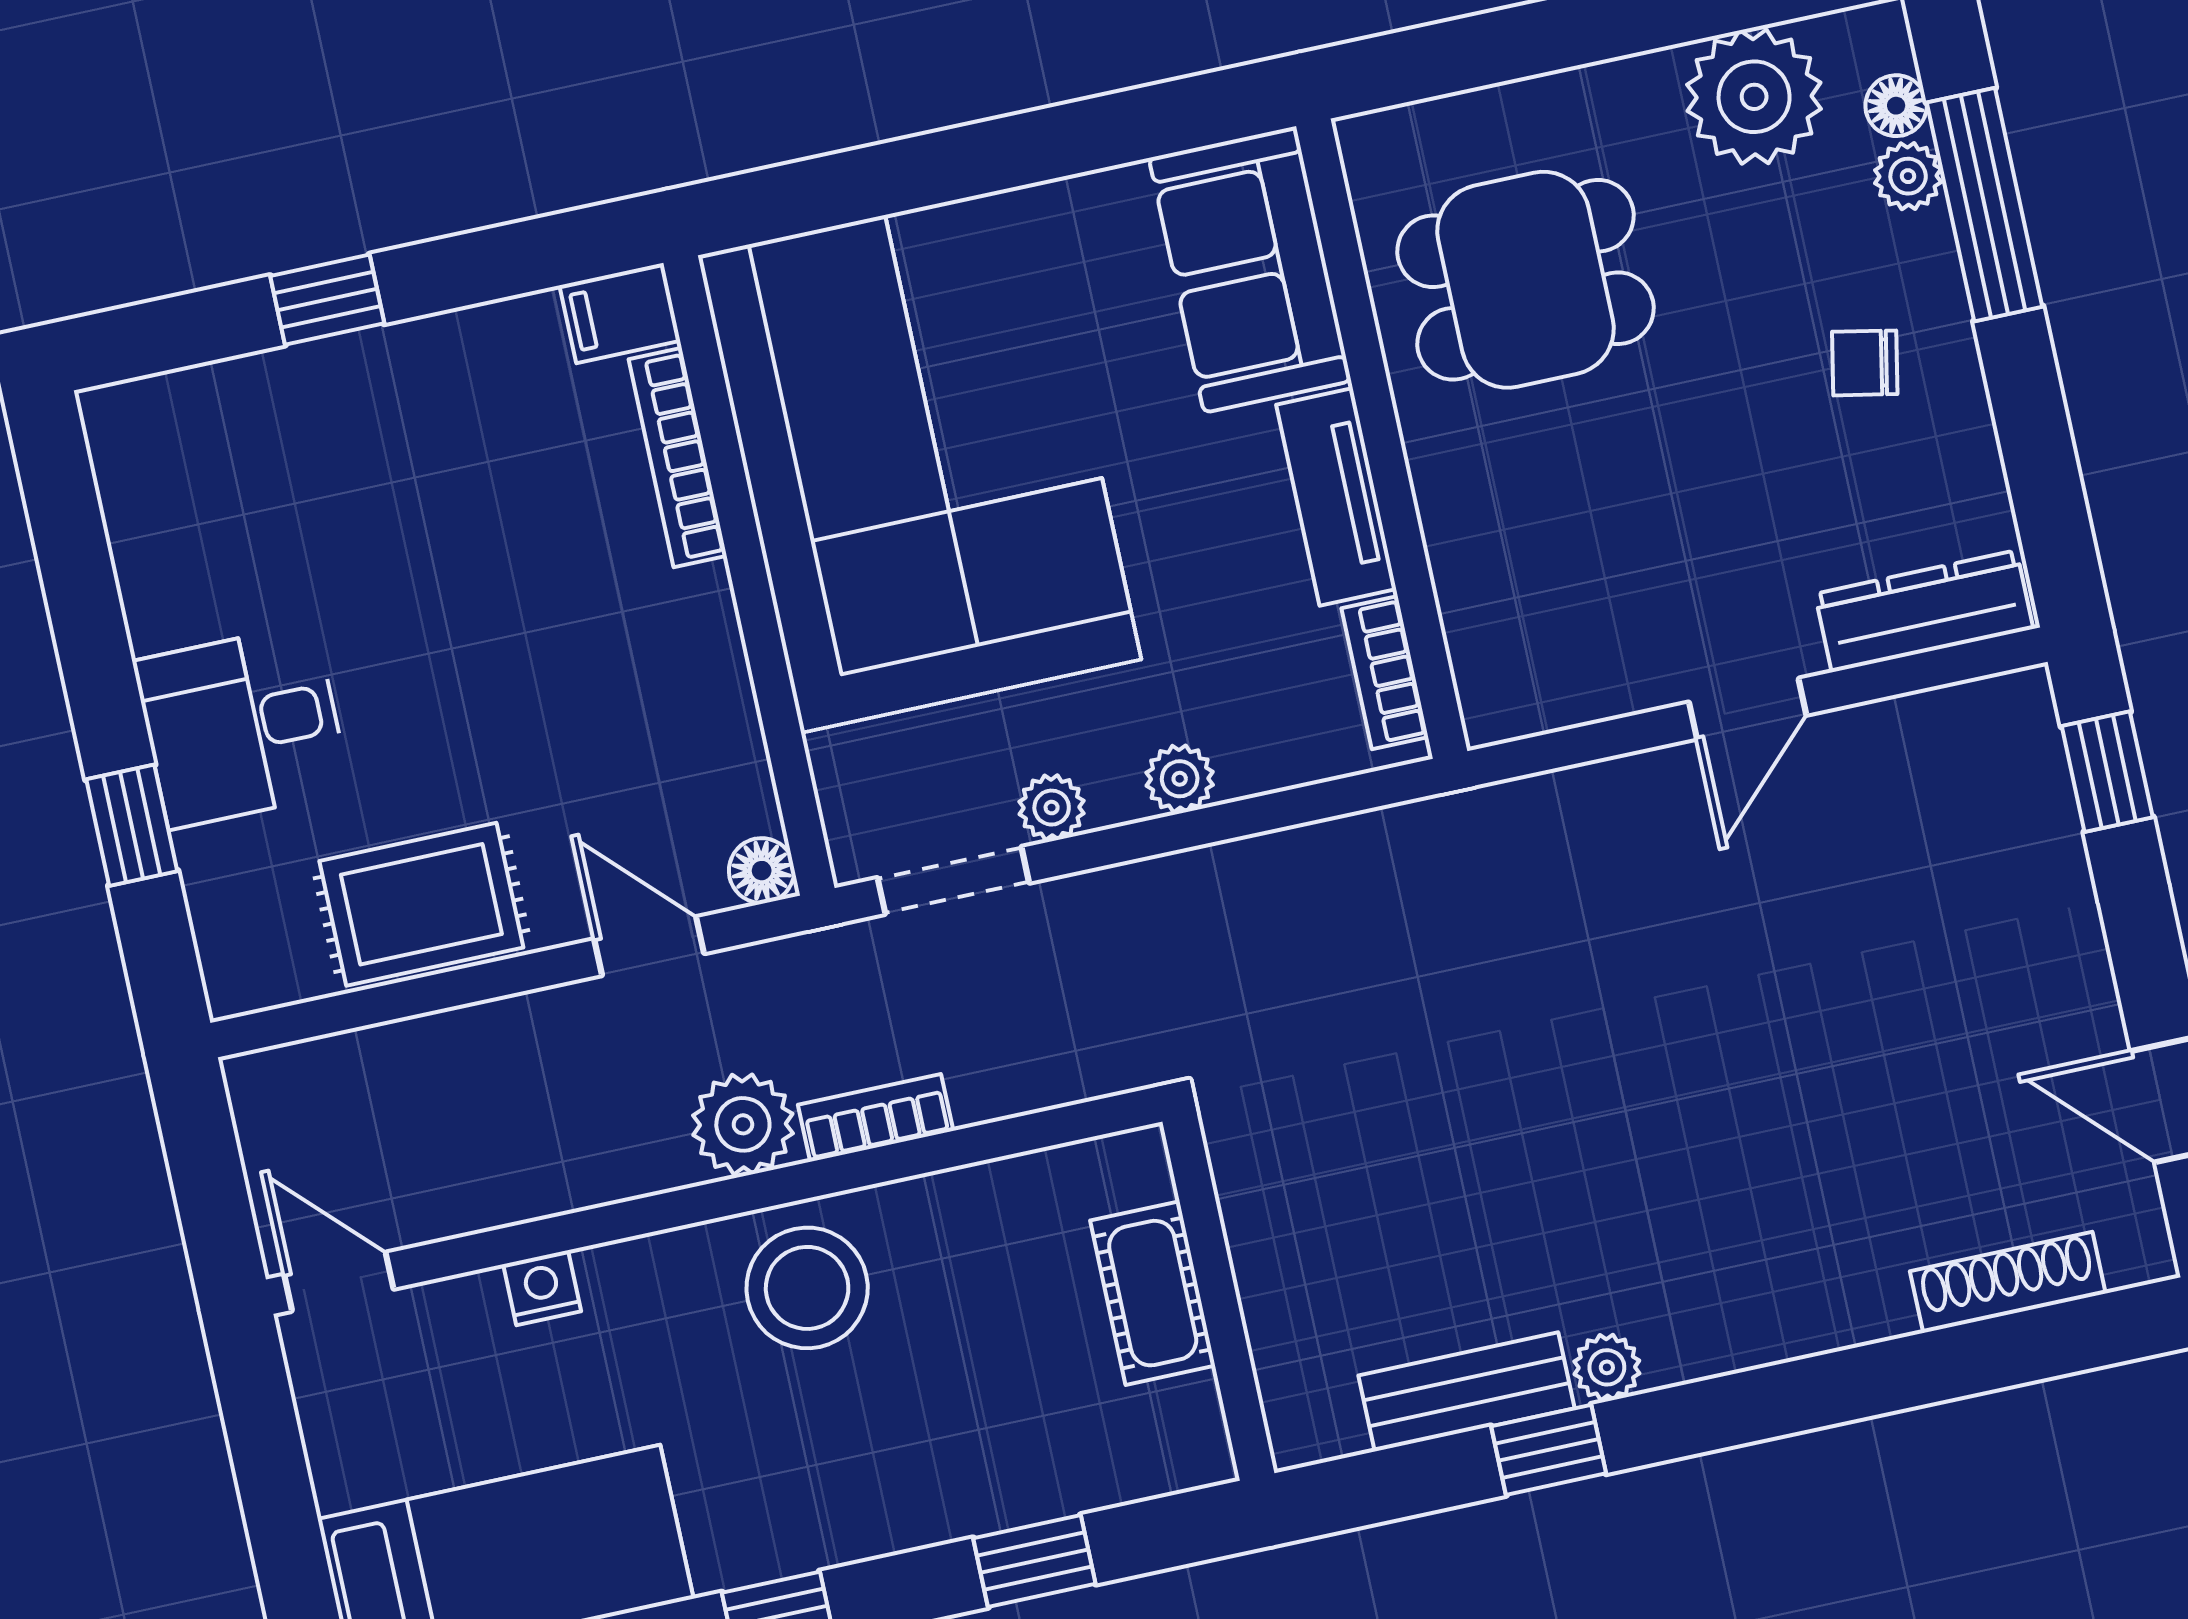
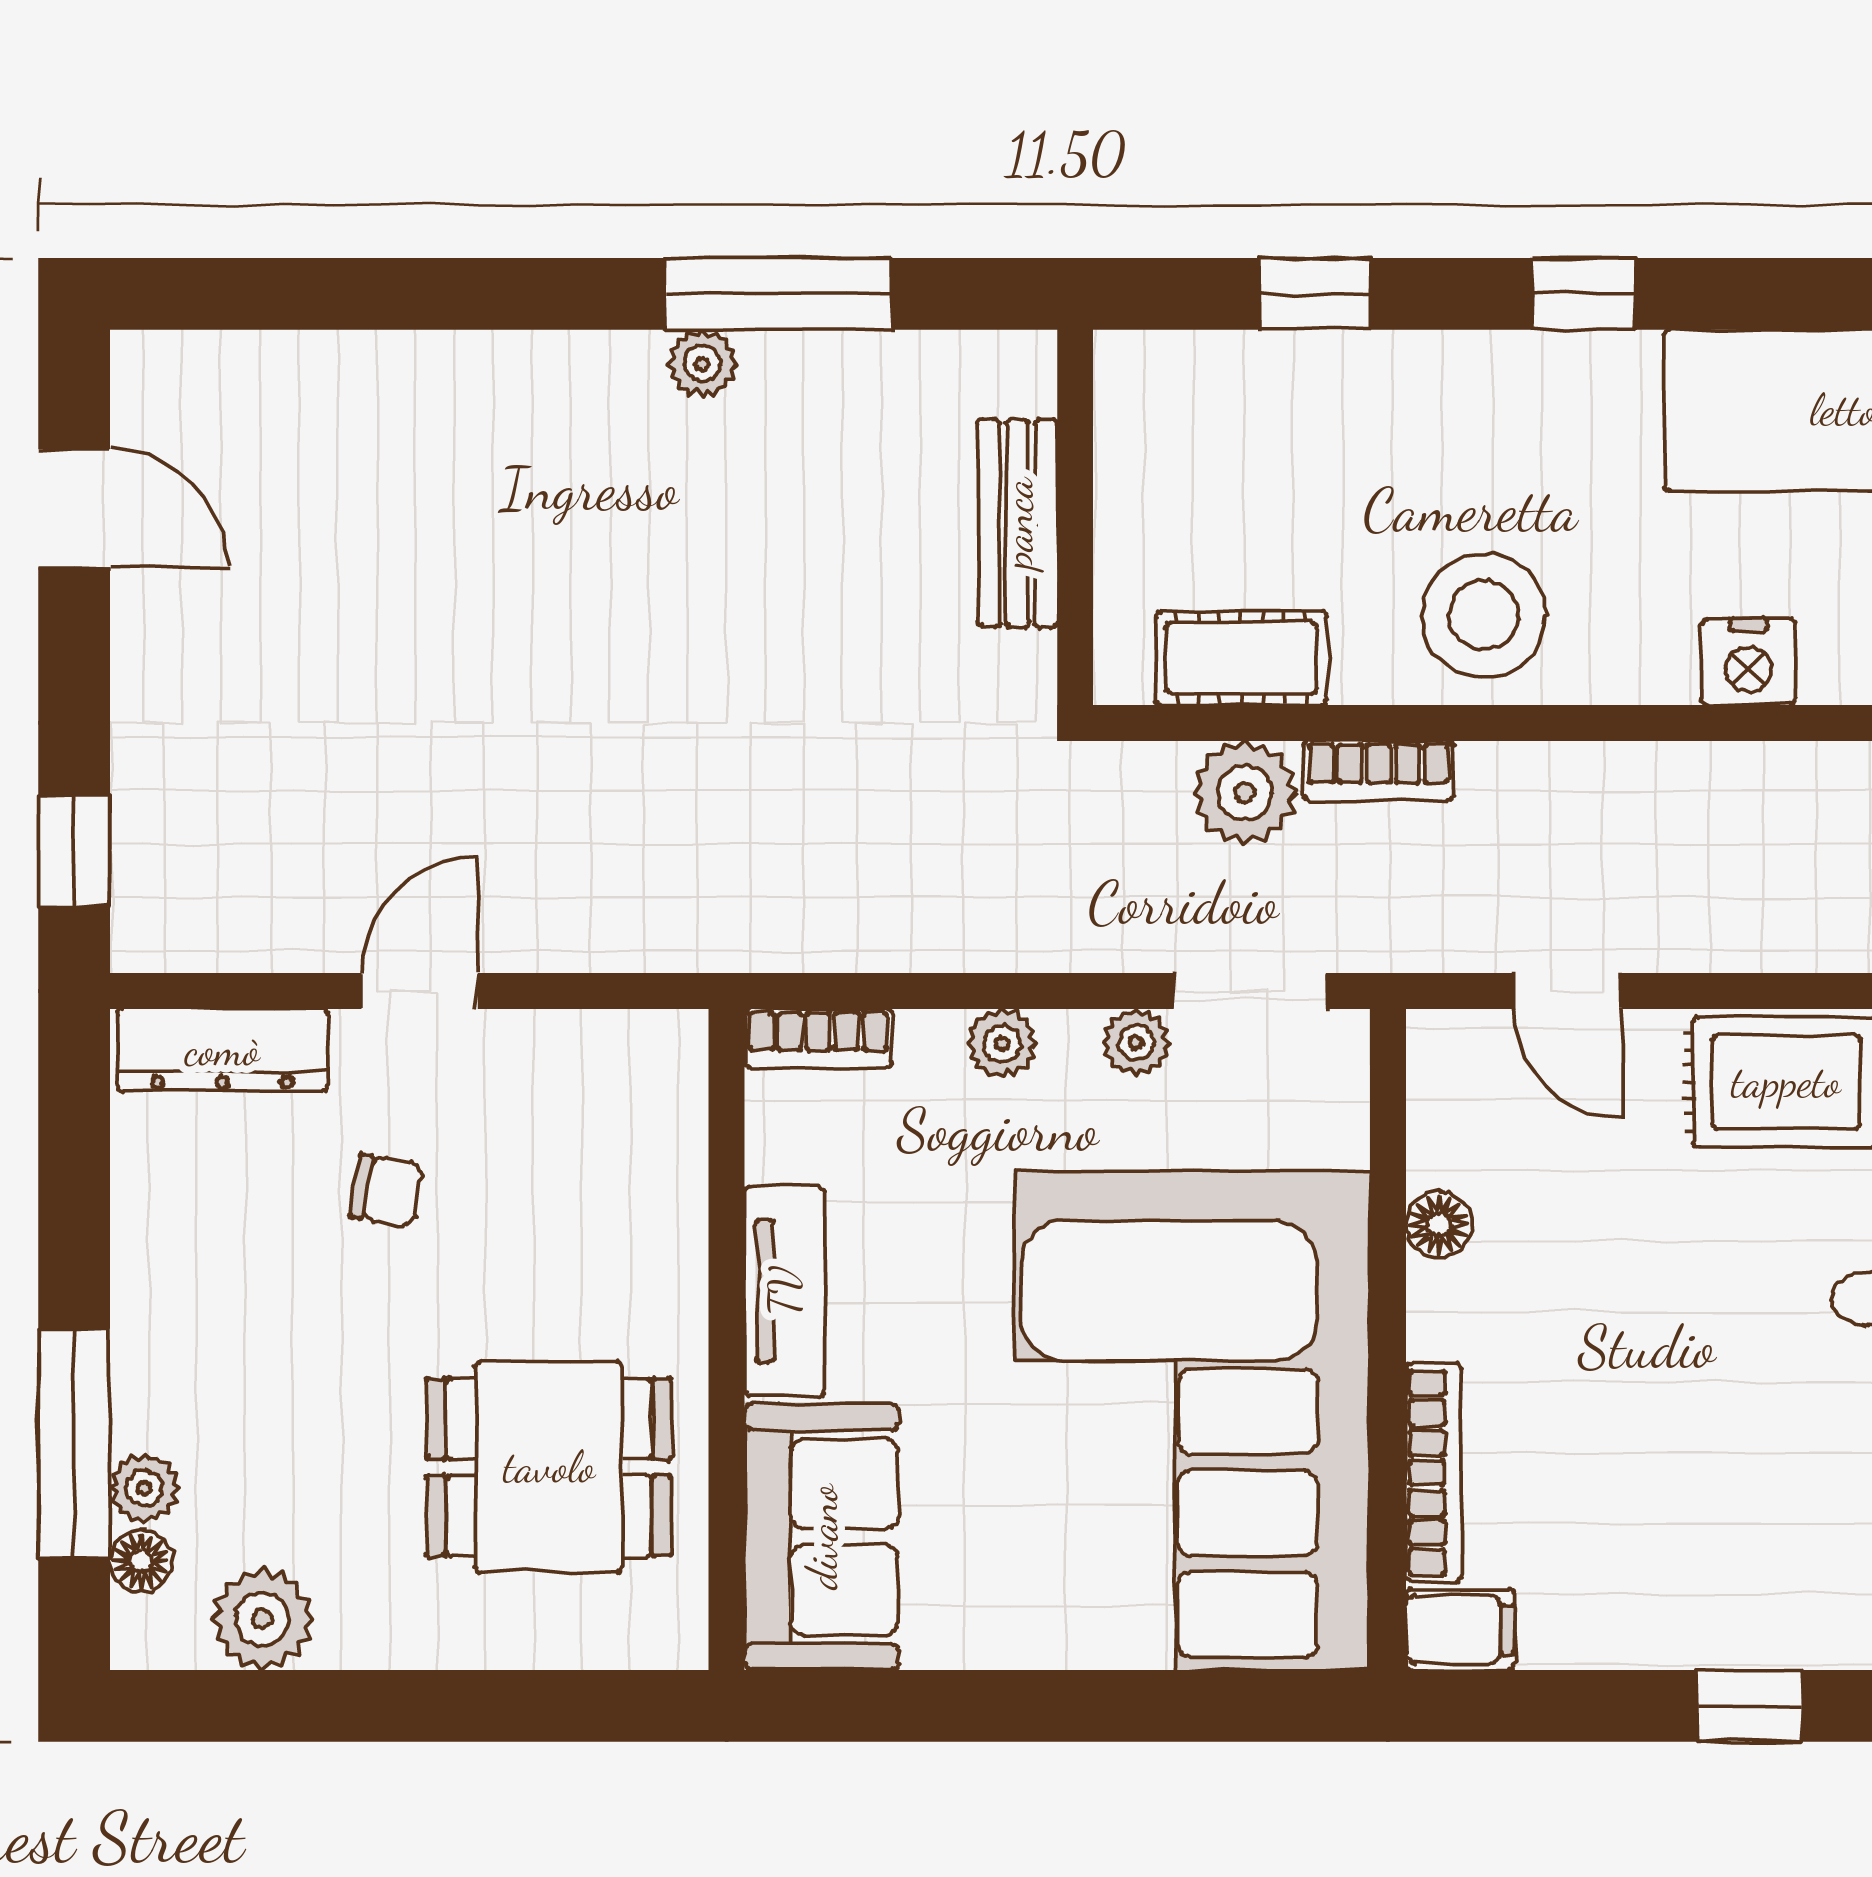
plant: (1754, 97) -> (263, 1619), width x0.73, depth x0.73
chair: (1865, 363) -> (387, 1191), moved
bookcase: (1385, 673) -> (818, 1038), moved, turned 90
floor lamp: (762, 871) -> (1439, 1225), moved
plant: (743, 1124) -> (1245, 793), moved
shoe rack: (2008, 1282) -> (284, 362), removed
nightstand: (542, 1288) -> (1748, 662), width x1.39, depth x1.35
cot: (1153, 1293) -> (1241, 658), moved, turned 90
bench: (1466, 1392) -> (1017, 523), moved, turned 90
window: (1549, 1450) -> (778, 294), width x2.17

